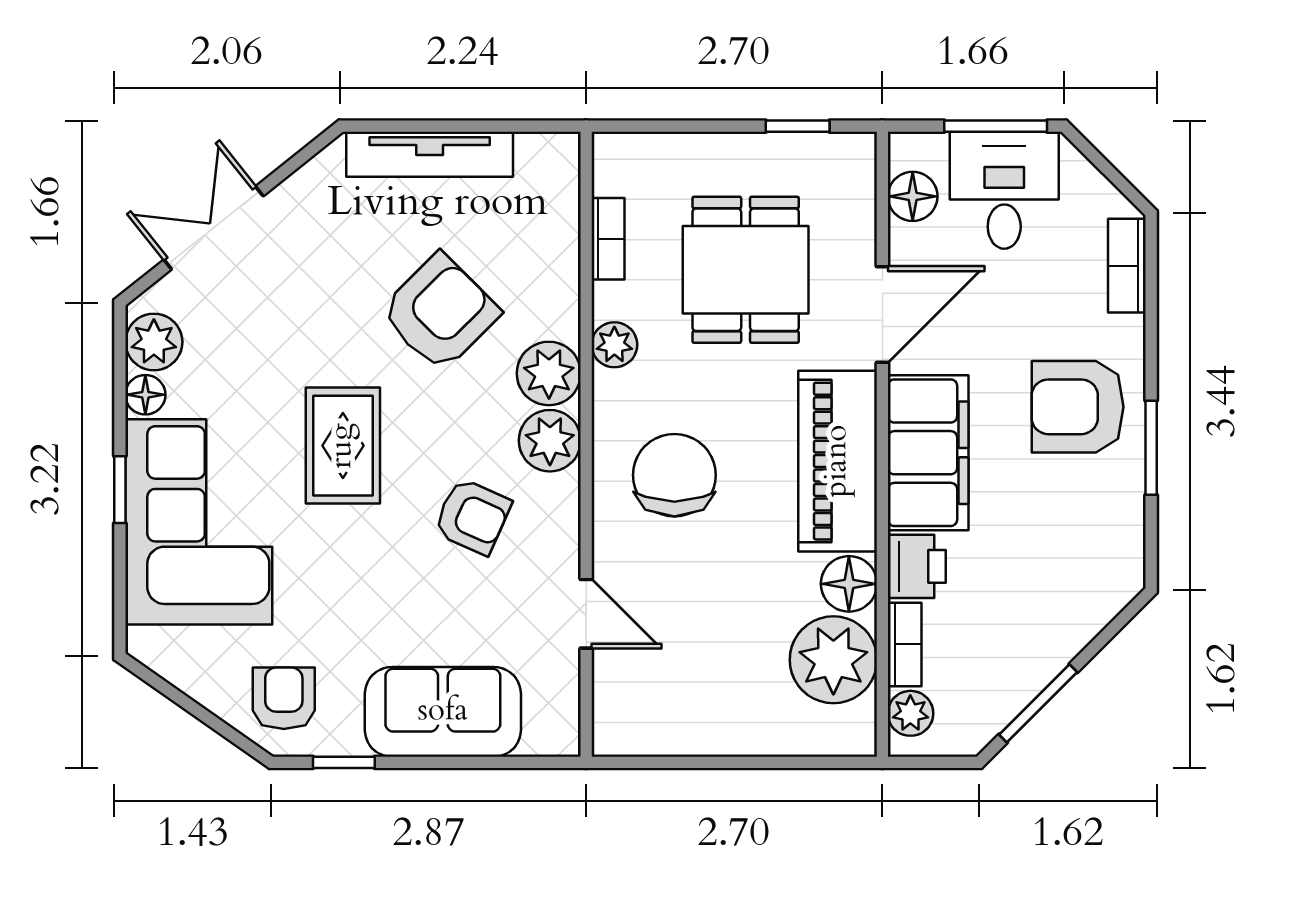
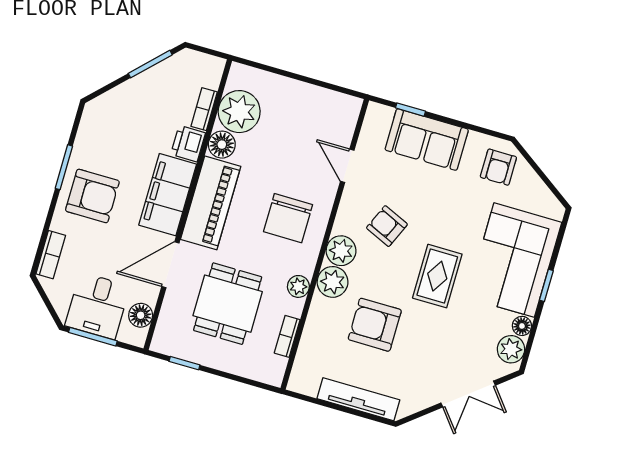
armchair: (440, 312) -> (375, 325), turned 45
plant: (910, 713) -> (211, 76), removed
window: (344, 762) -> (411, 110), moved

